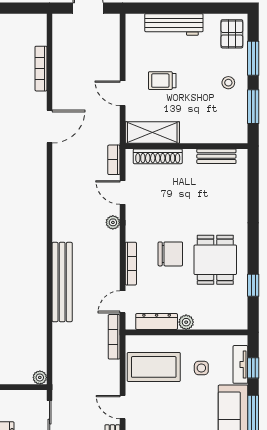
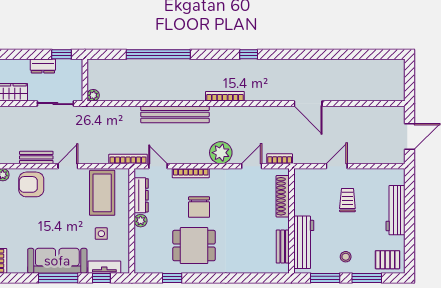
bookcase: (41, 69) -> (225, 96), moved
shelving: (152, 132) -> (303, 192), removed
workbench: (212, 132) -> (304, 242), added
plant: (113, 222) -> (221, 153), width x1.88, depth x1.88

